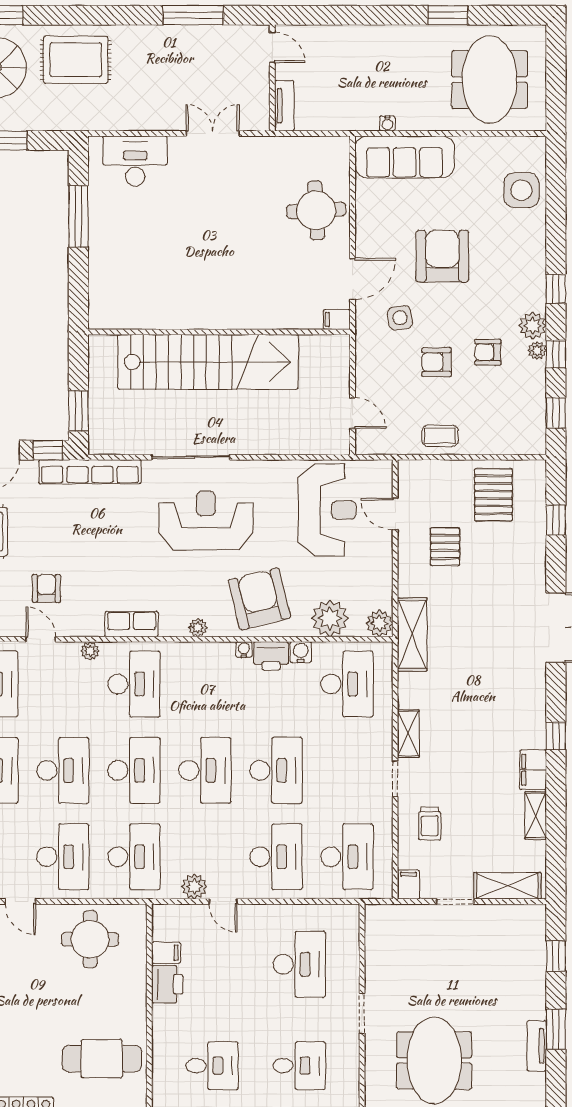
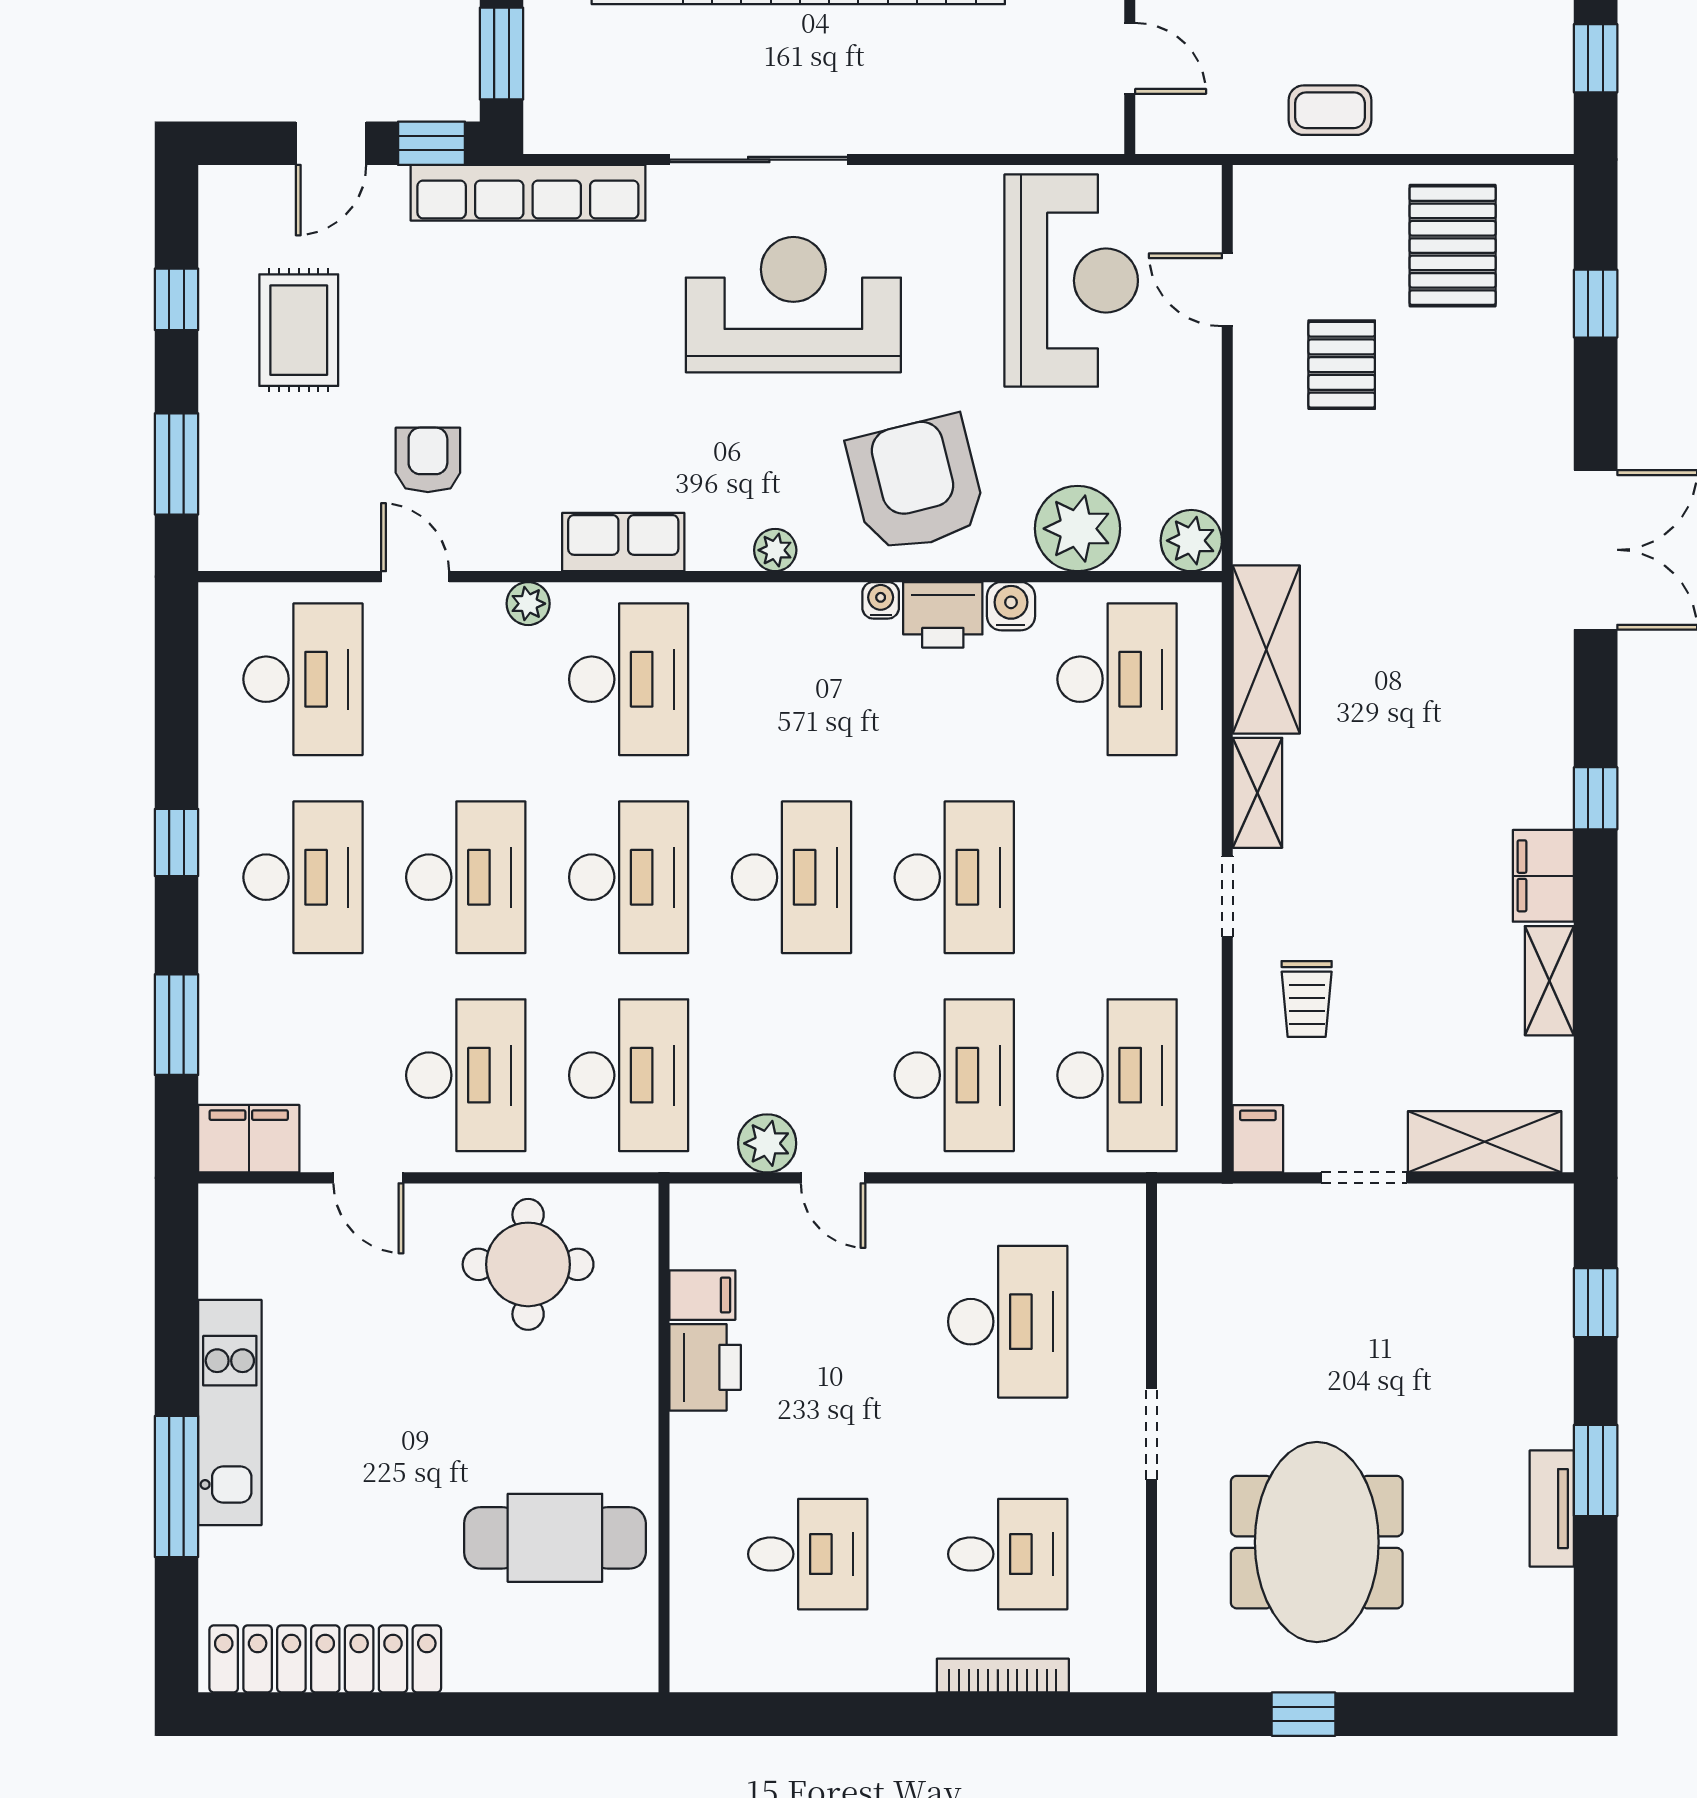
shelving: (412, 634) -> (1266, 649), moved

